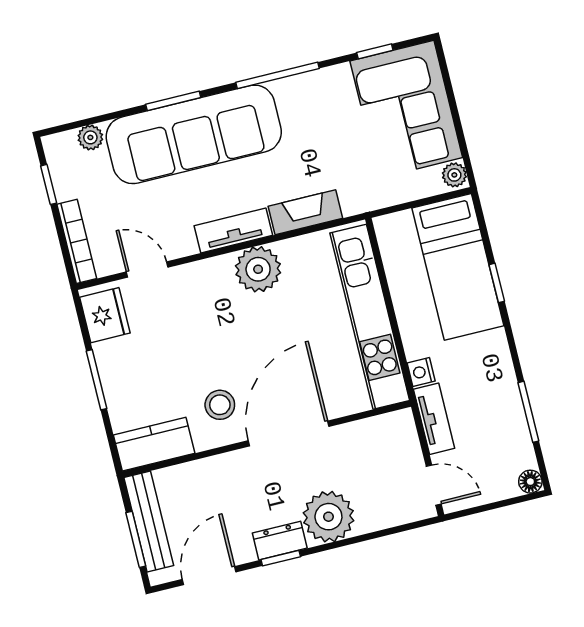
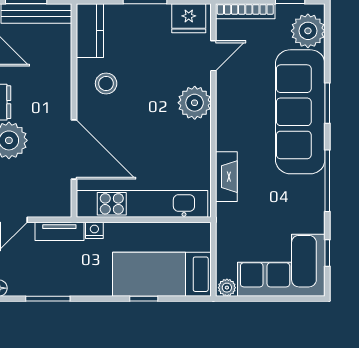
plant: (90, 137) -> (308, 31), width x1.88, depth x1.88
tv unit: (233, 231) -> (226, 123), removed
plant: (258, 269) -> (195, 103), moved
door: (289, 434) -> (74, 150), moved

